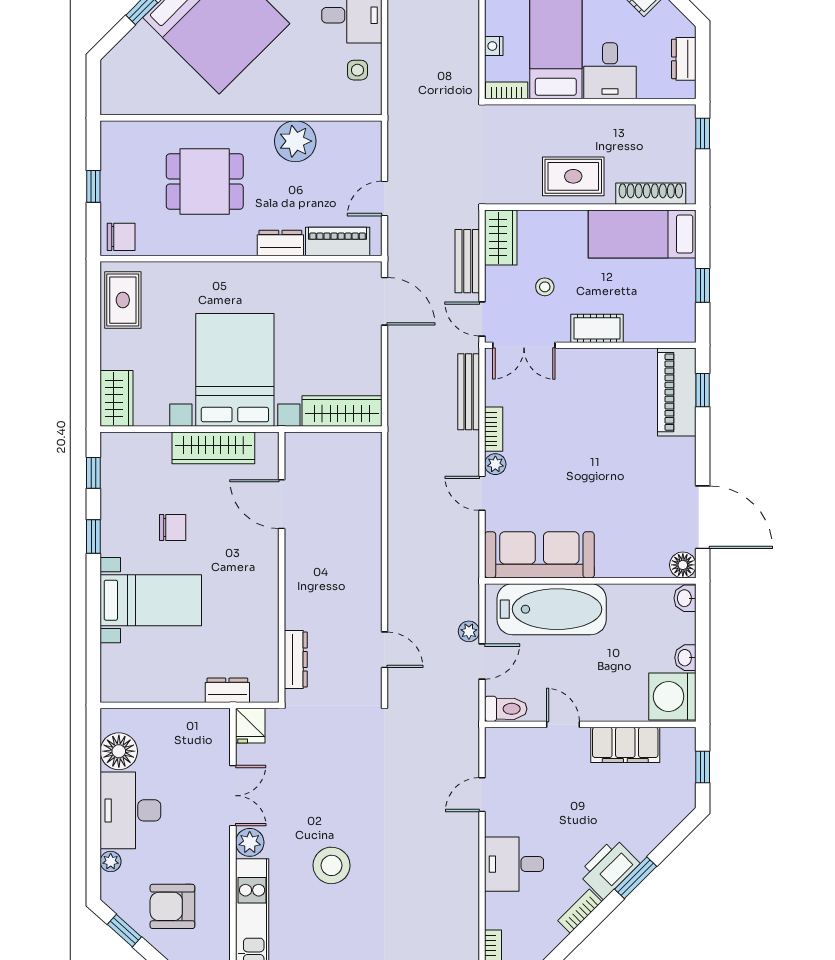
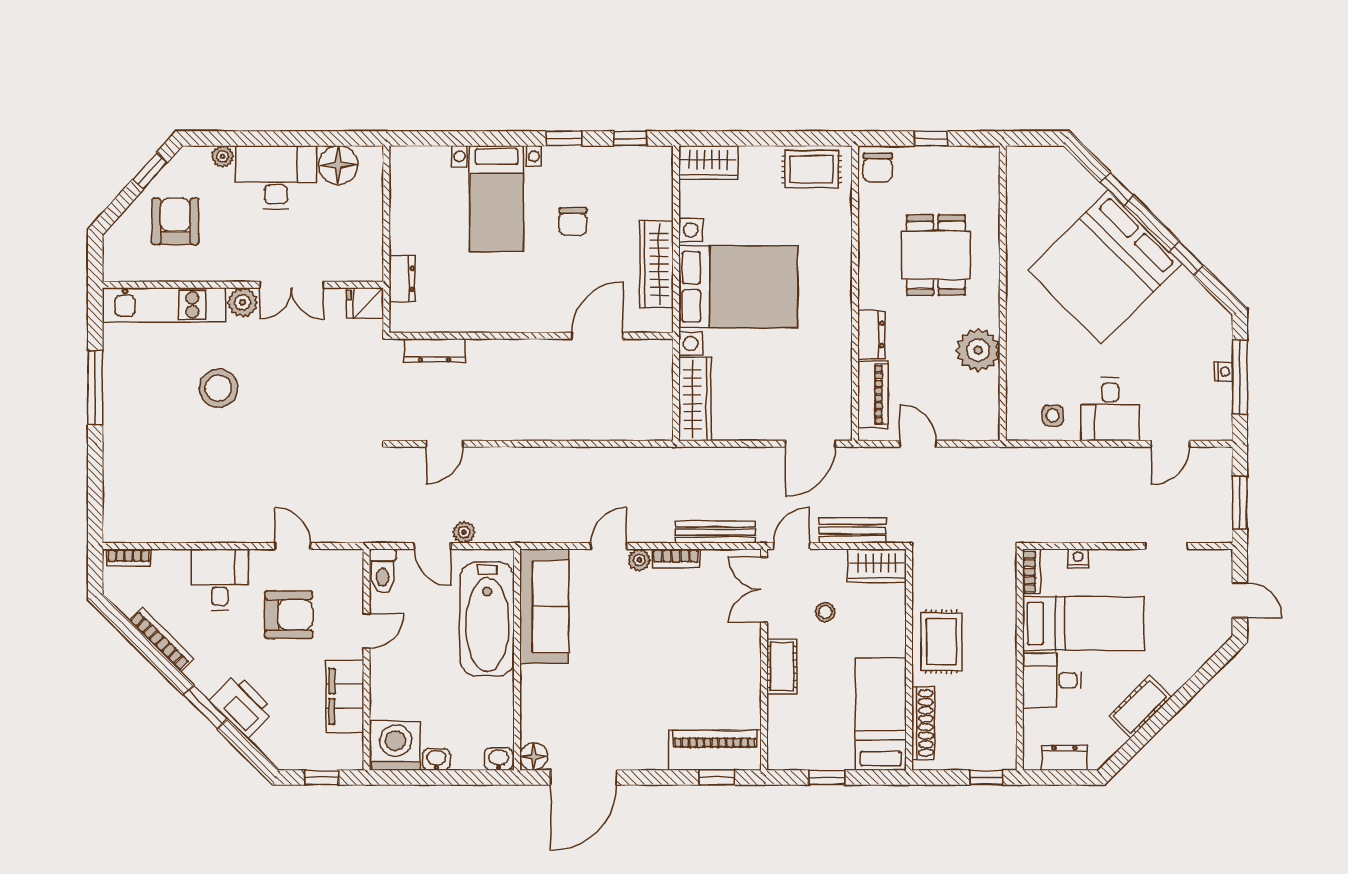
armchair: (548, 798) -> (289, 615), added
printer: (609, 868) -> (242, 706), moved
bookcase: (580, 911) -> (161, 639), width x1.56

